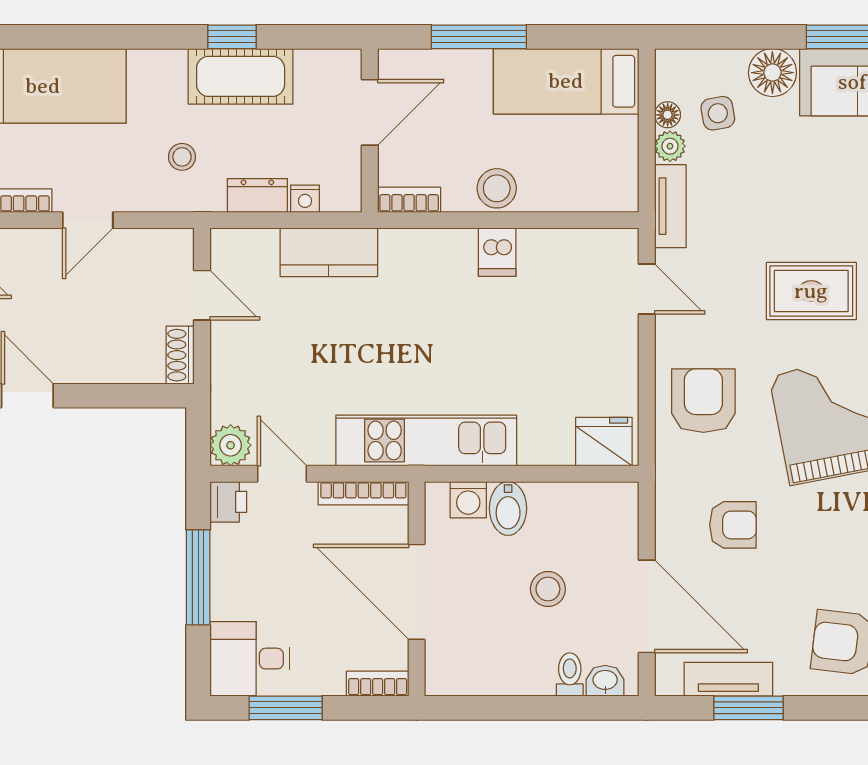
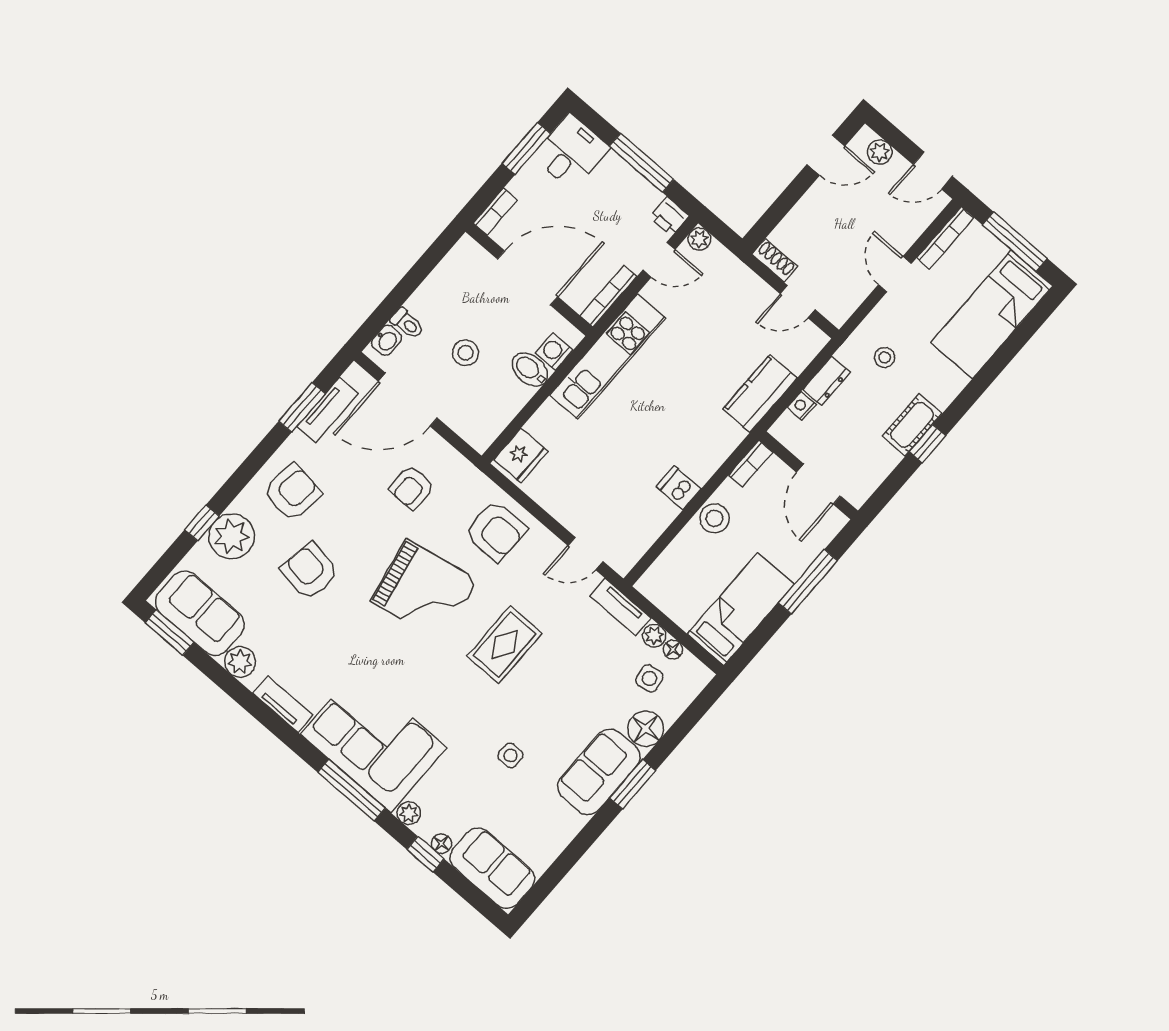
cot: (241, 76) -> (912, 425), width x0.73, depth x0.75
plant: (231, 445) -> (699, 239), width x0.73, depth x0.73

